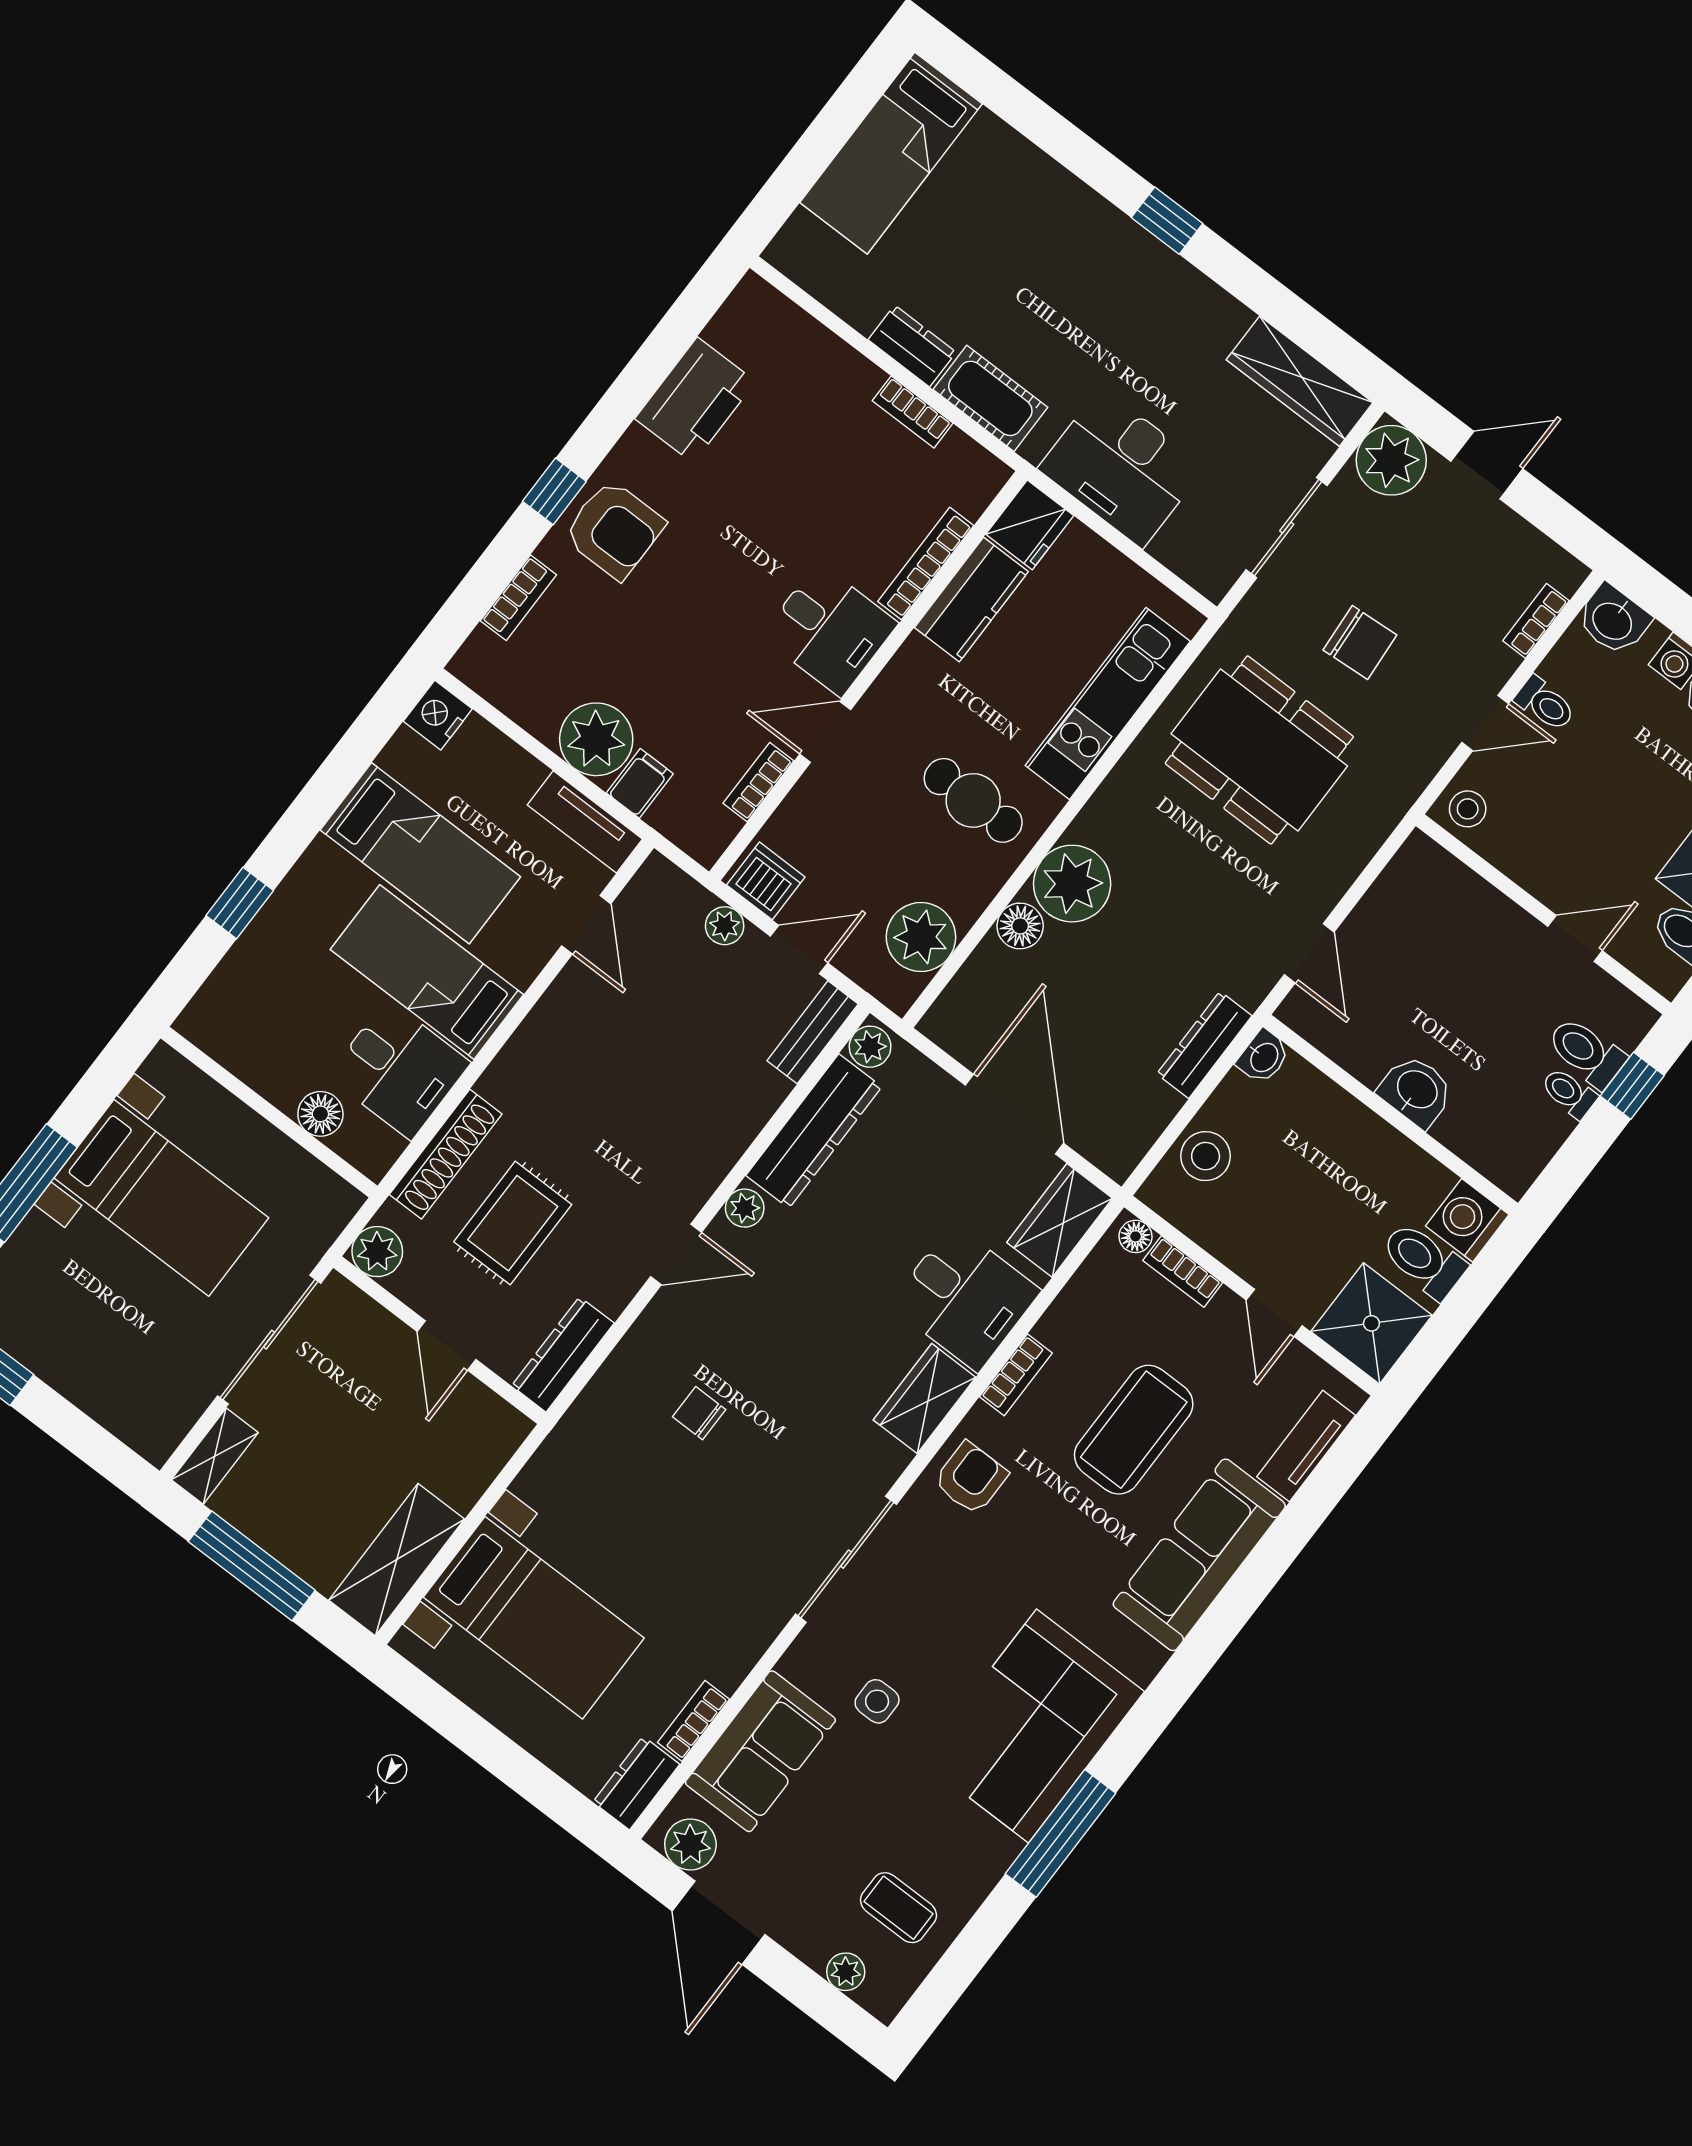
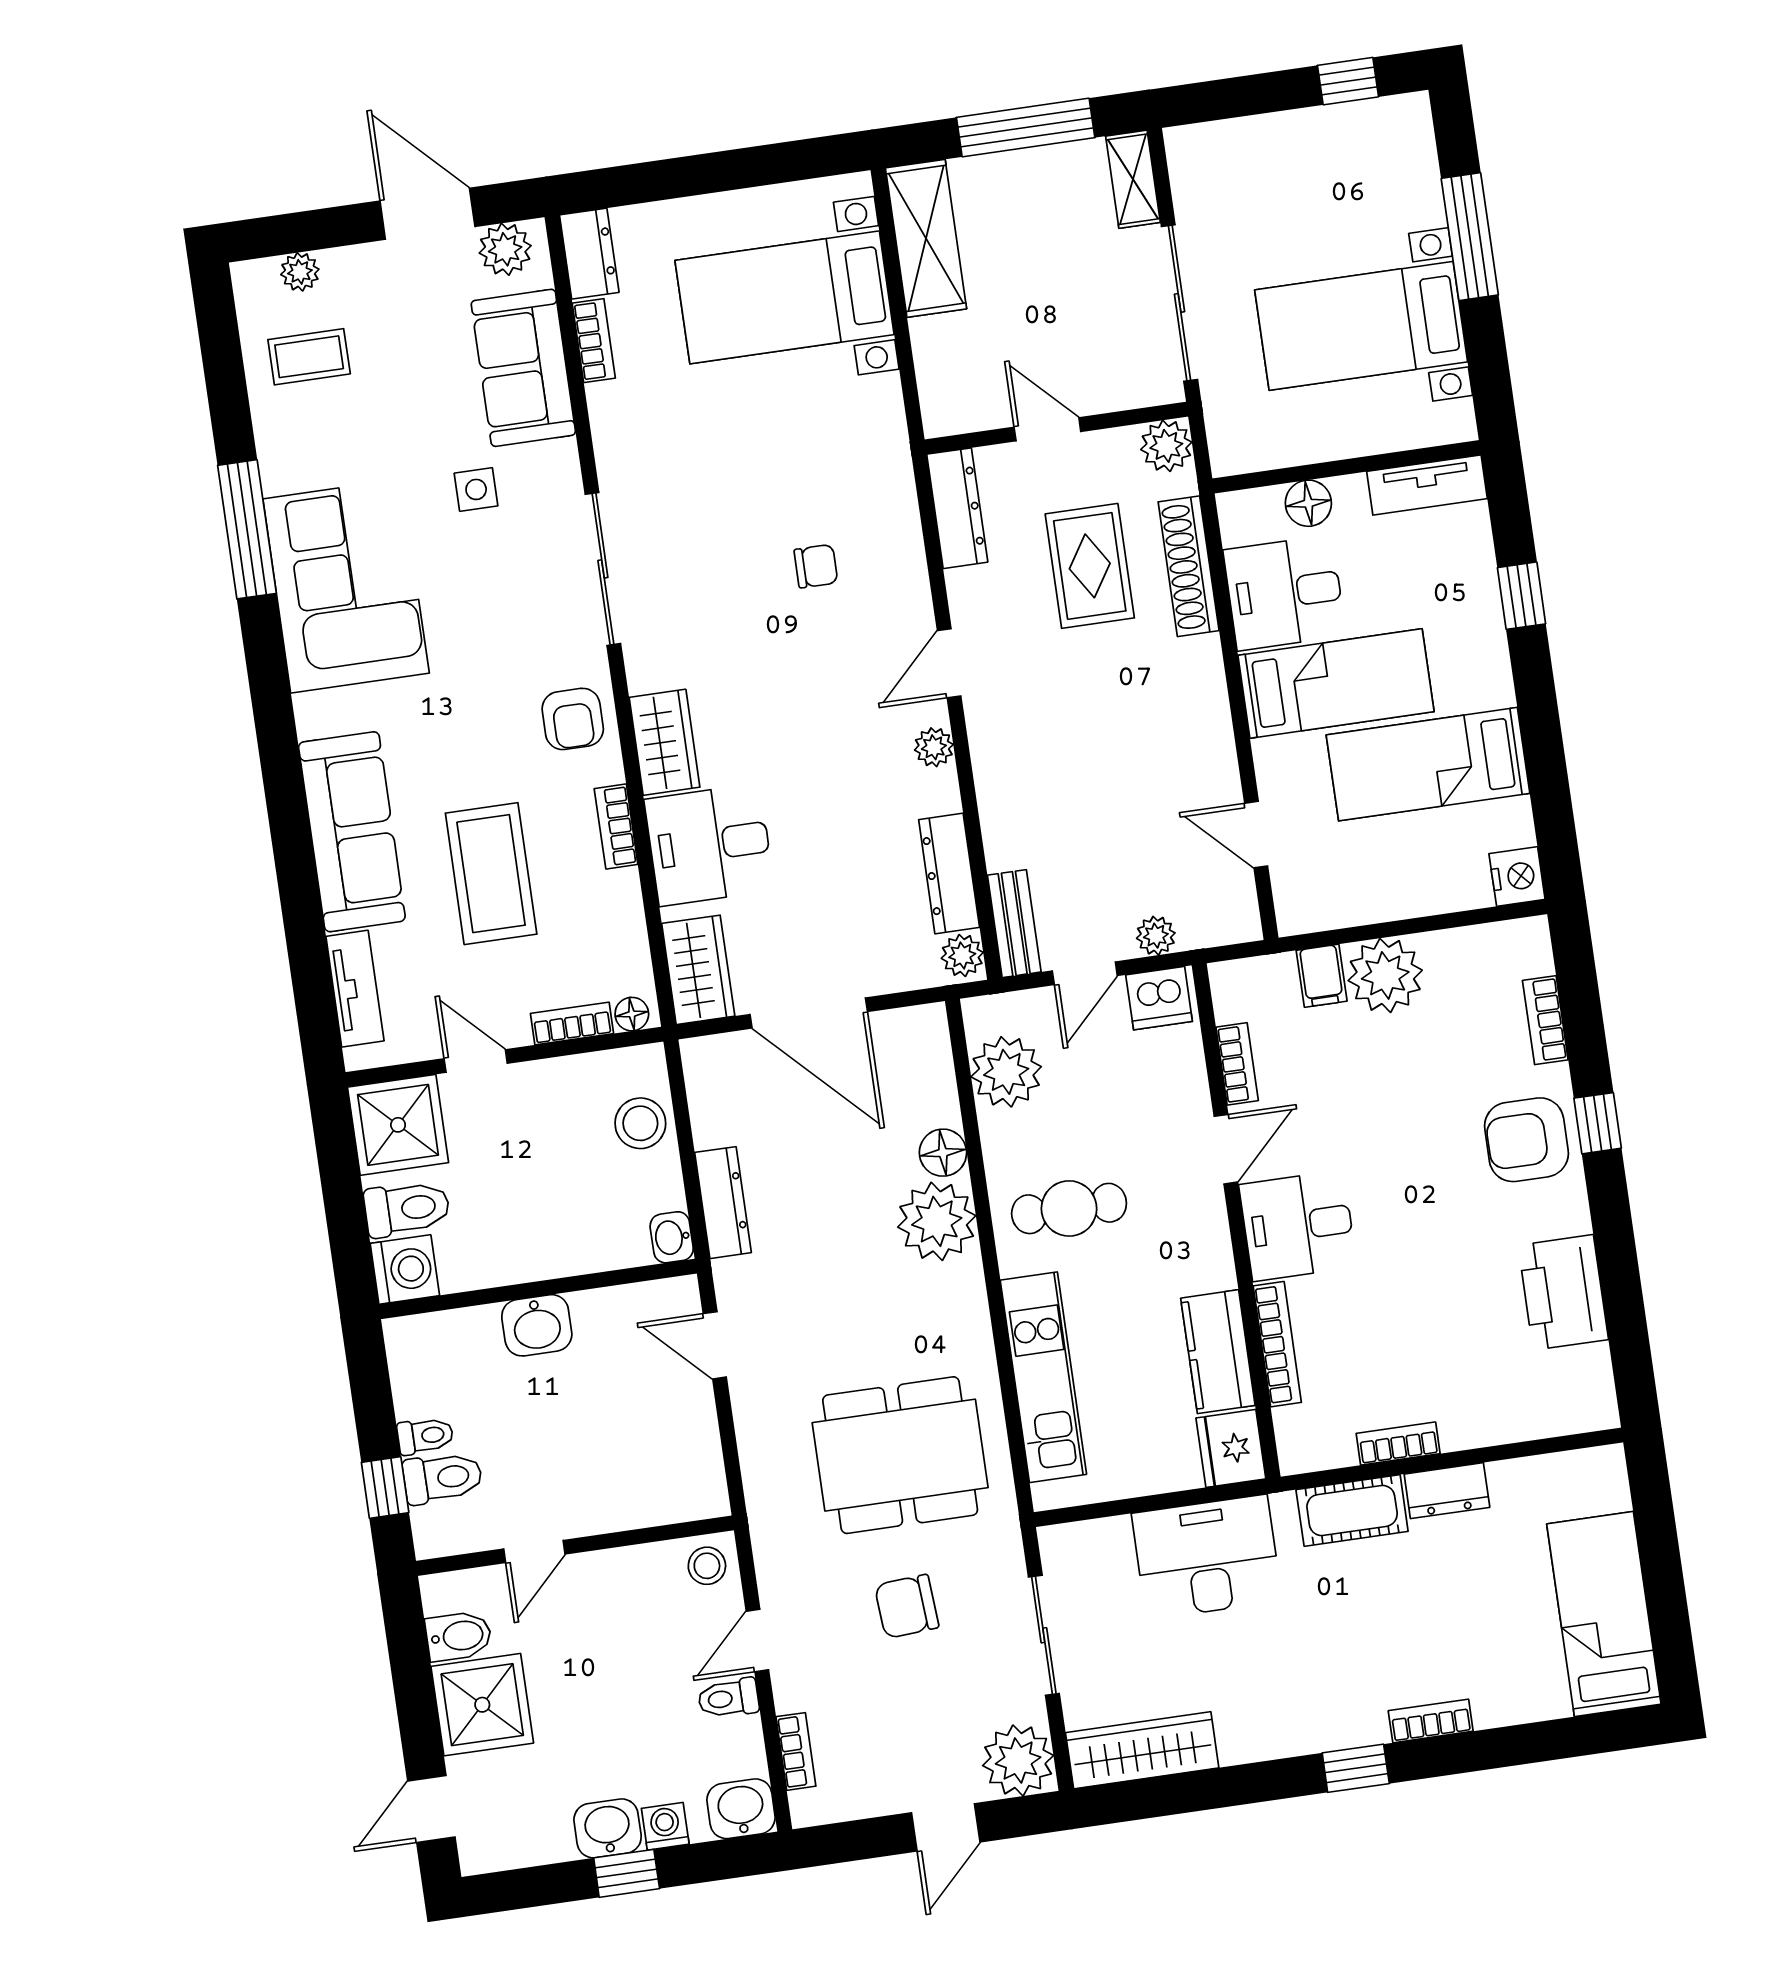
bookcase: (1083, 201) -> (1431, 1721), added
tv unit: (585, 822) -> (1427, 485), moved, turned 180
dresser: (814, 1131) -> (949, 874), width x0.73, depth x0.80

